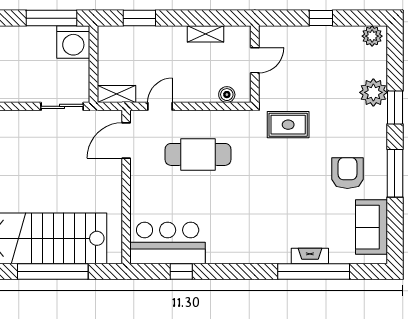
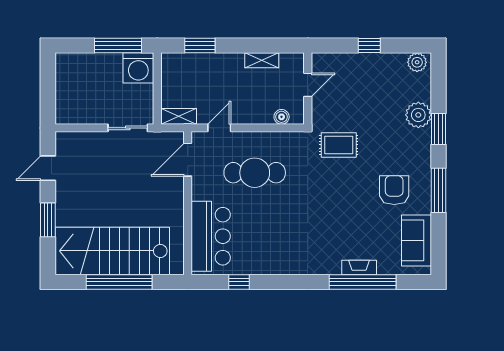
bar counter: (168, 243) -> (211, 236), moved, turned 90

